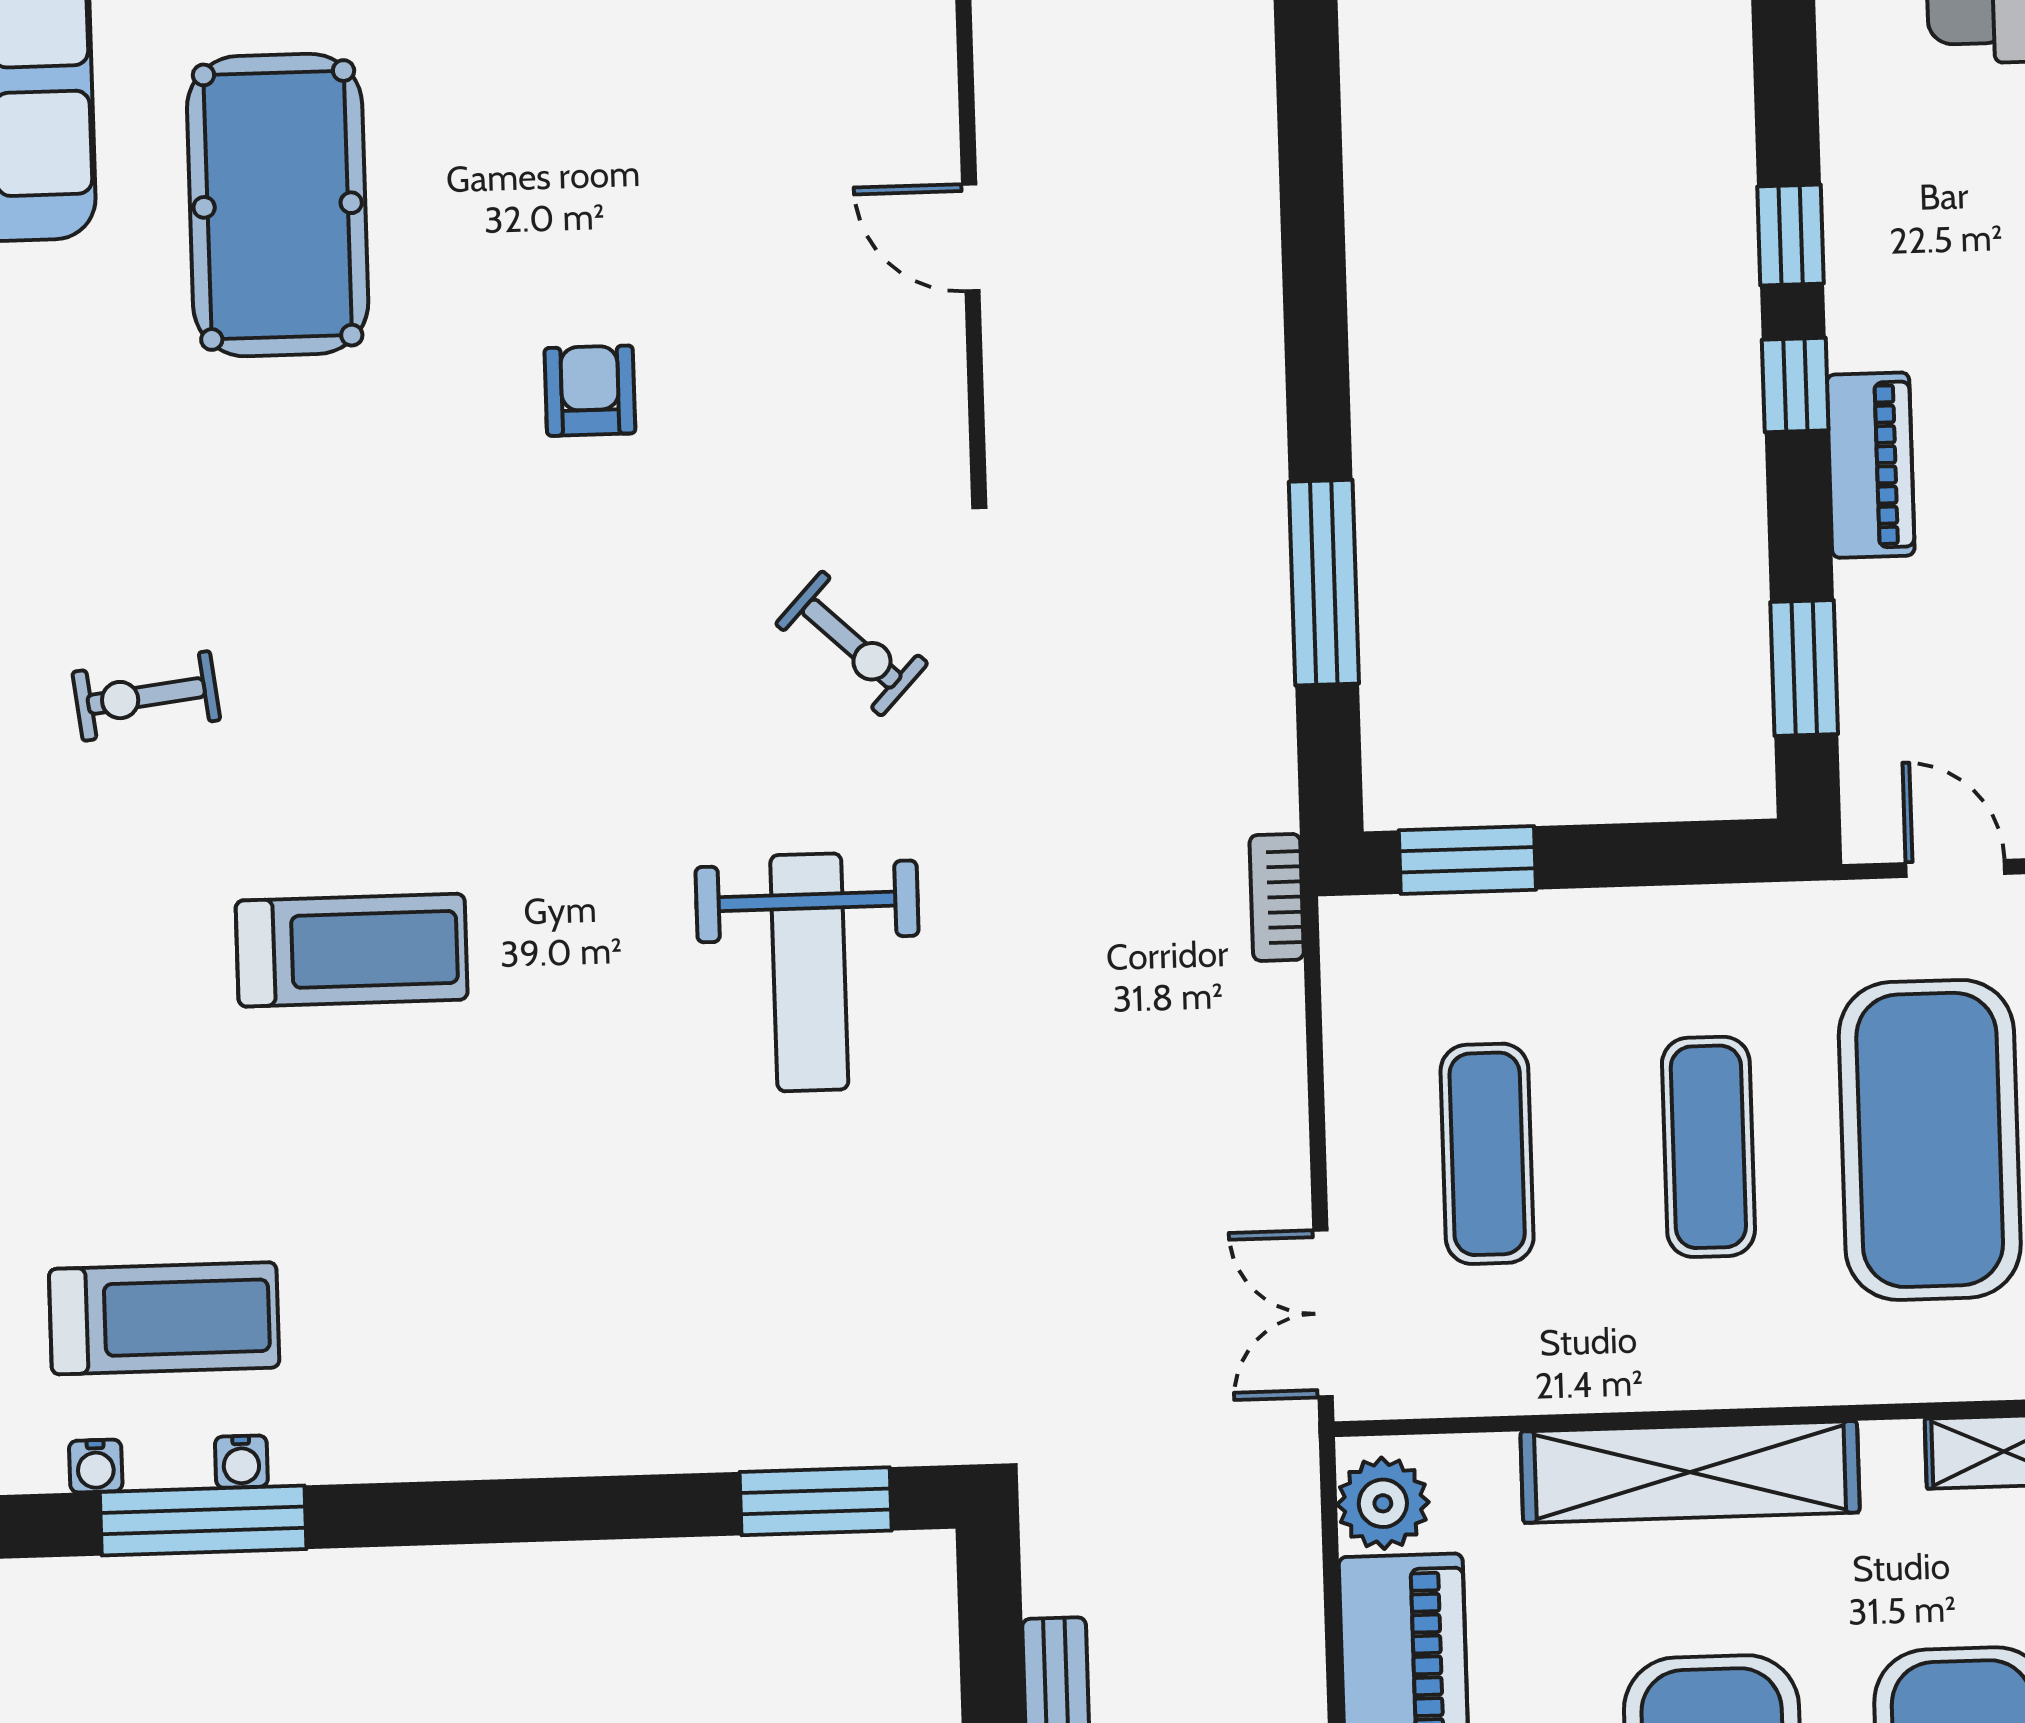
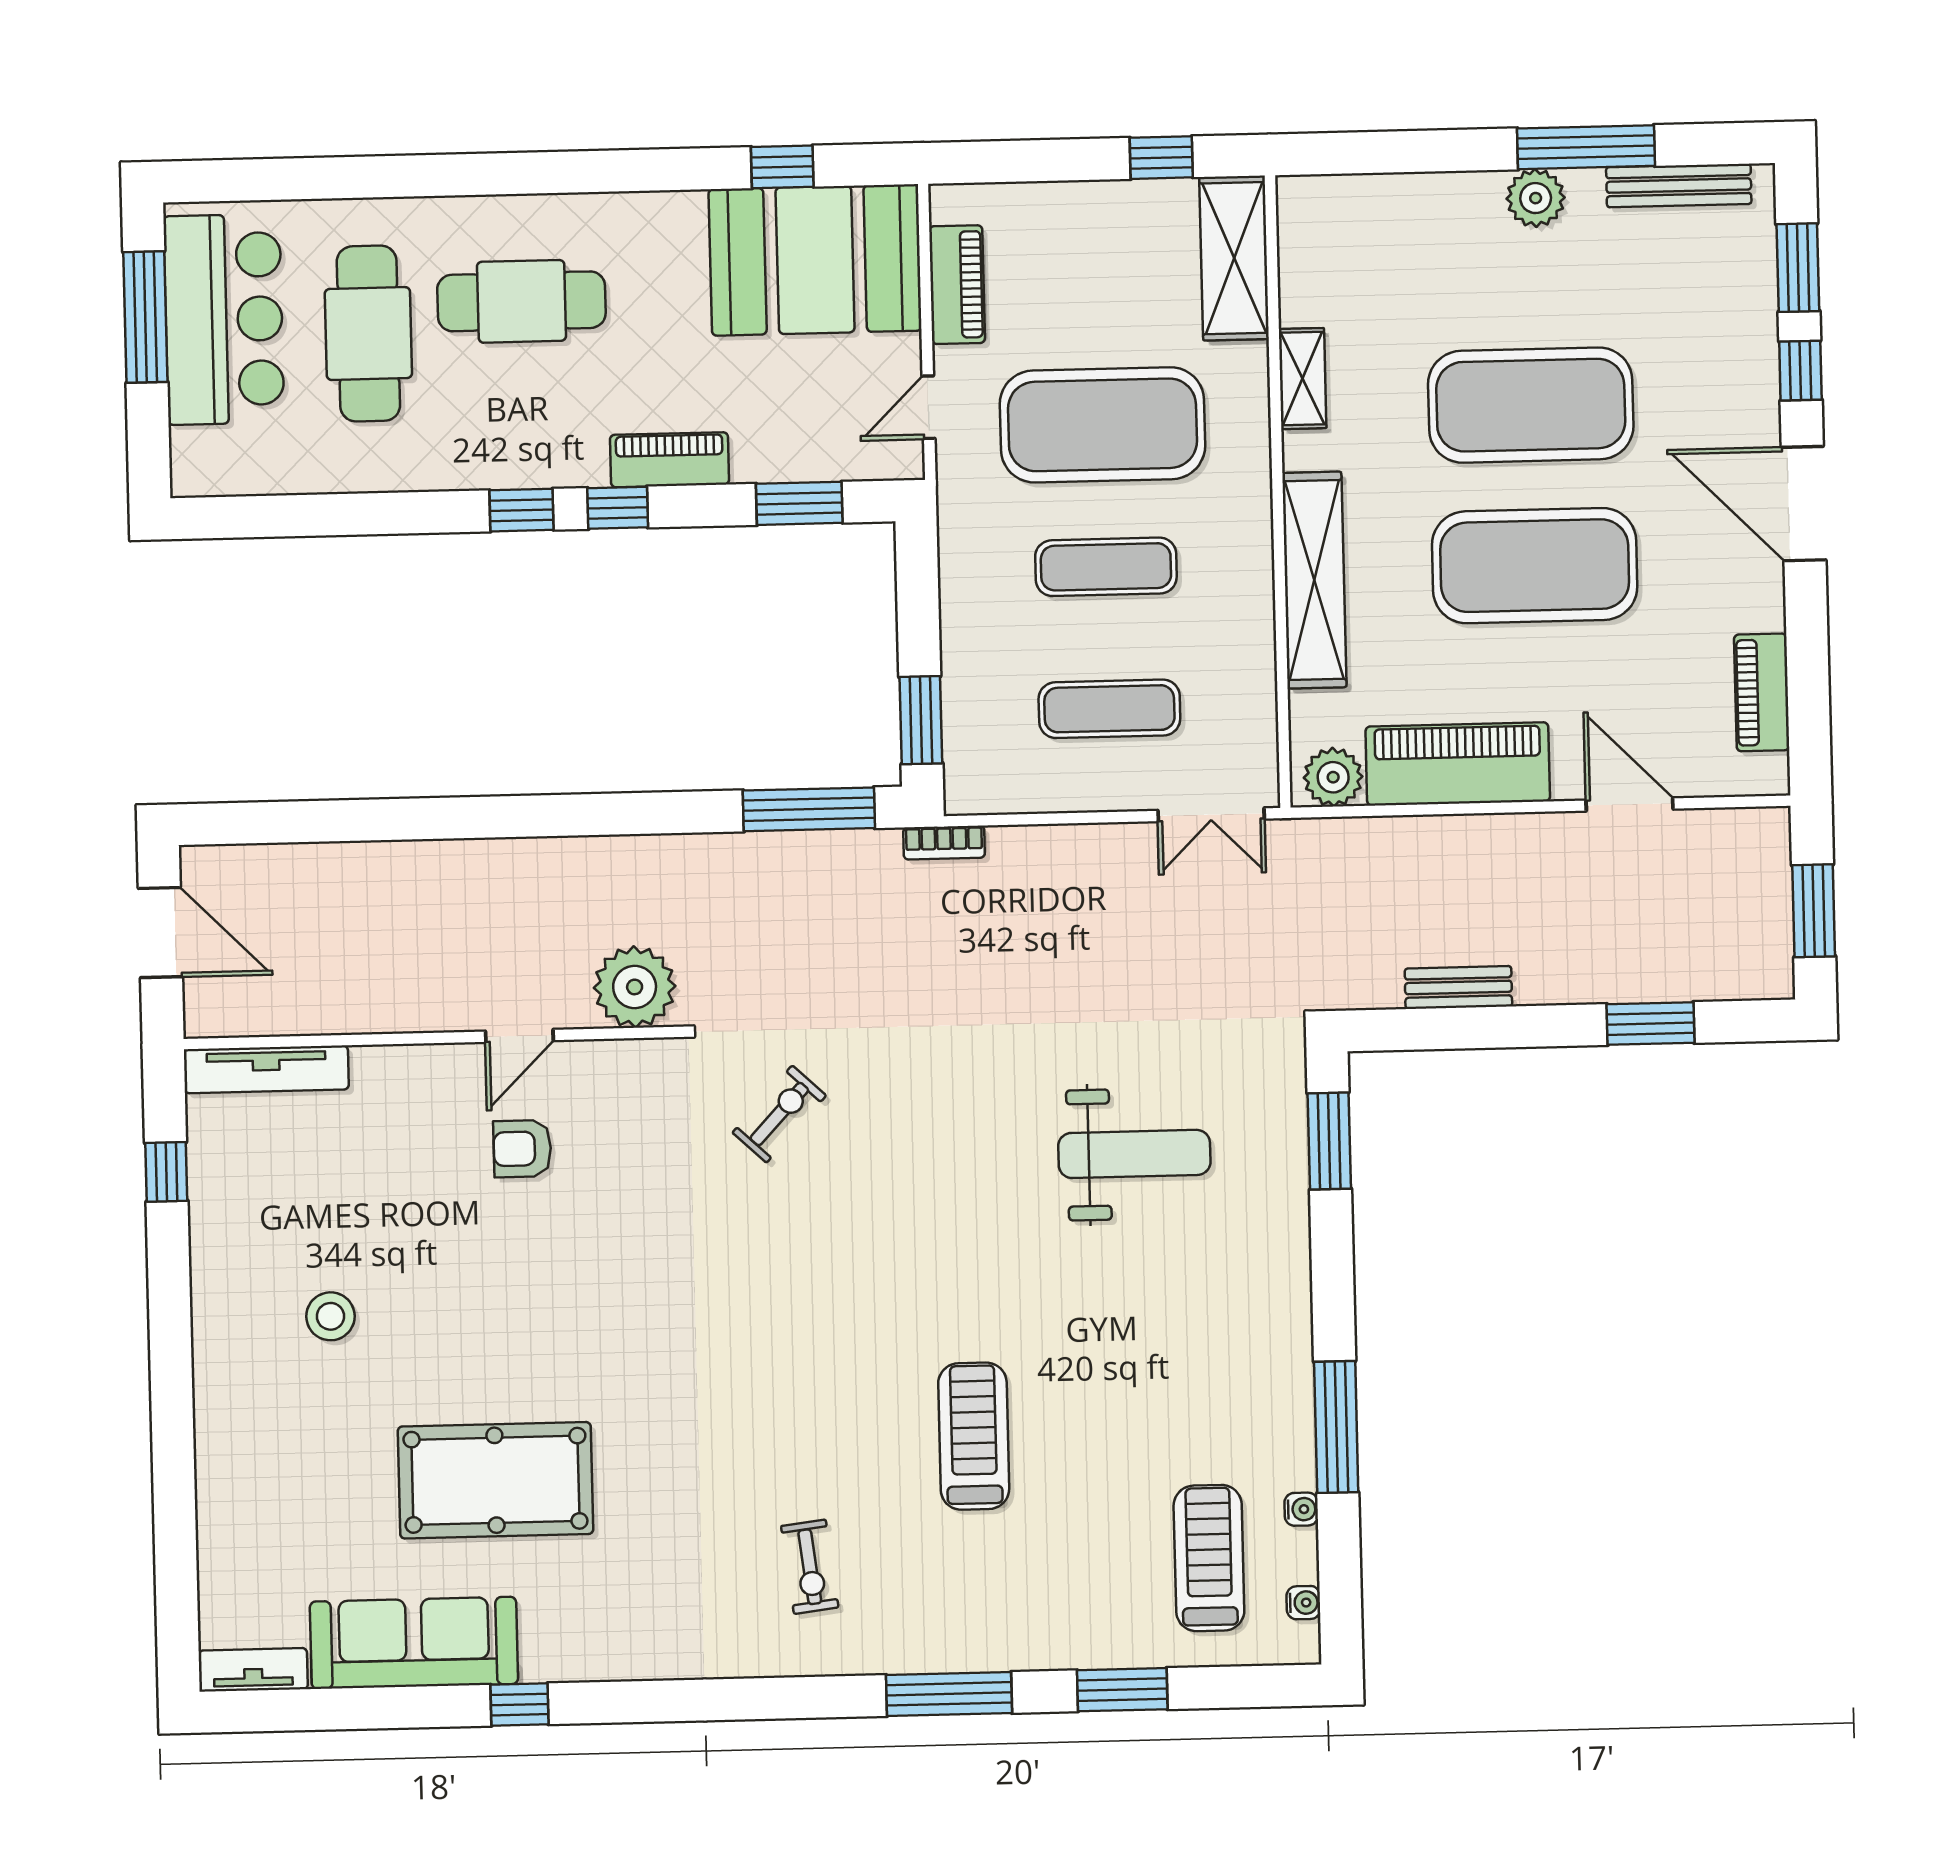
armchair: (590, 391) -> (522, 1149), moved
plant: (1048, 417) -> (635, 987), added
window: (1324, 583) -> (809, 809), moved
weight bench: (809, 972) -> (1134, 1154), moved
window: (203, 1520) -> (1336, 1427), moved

